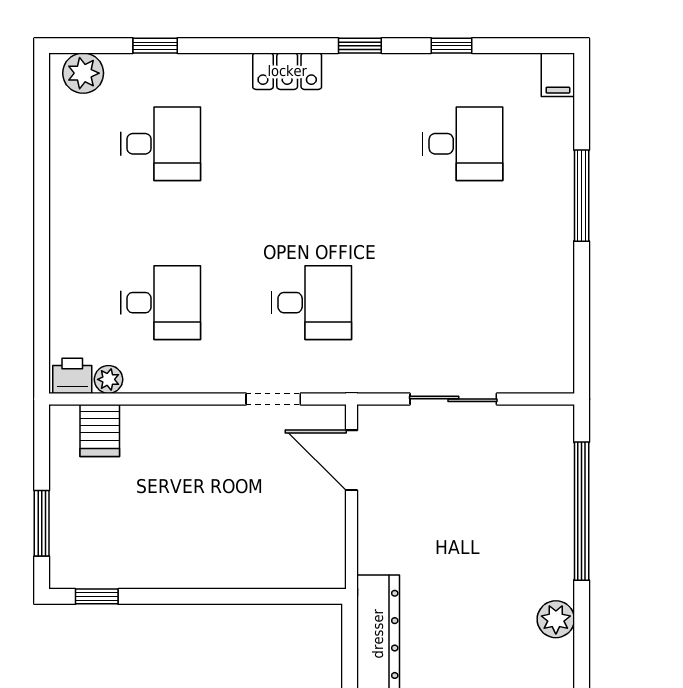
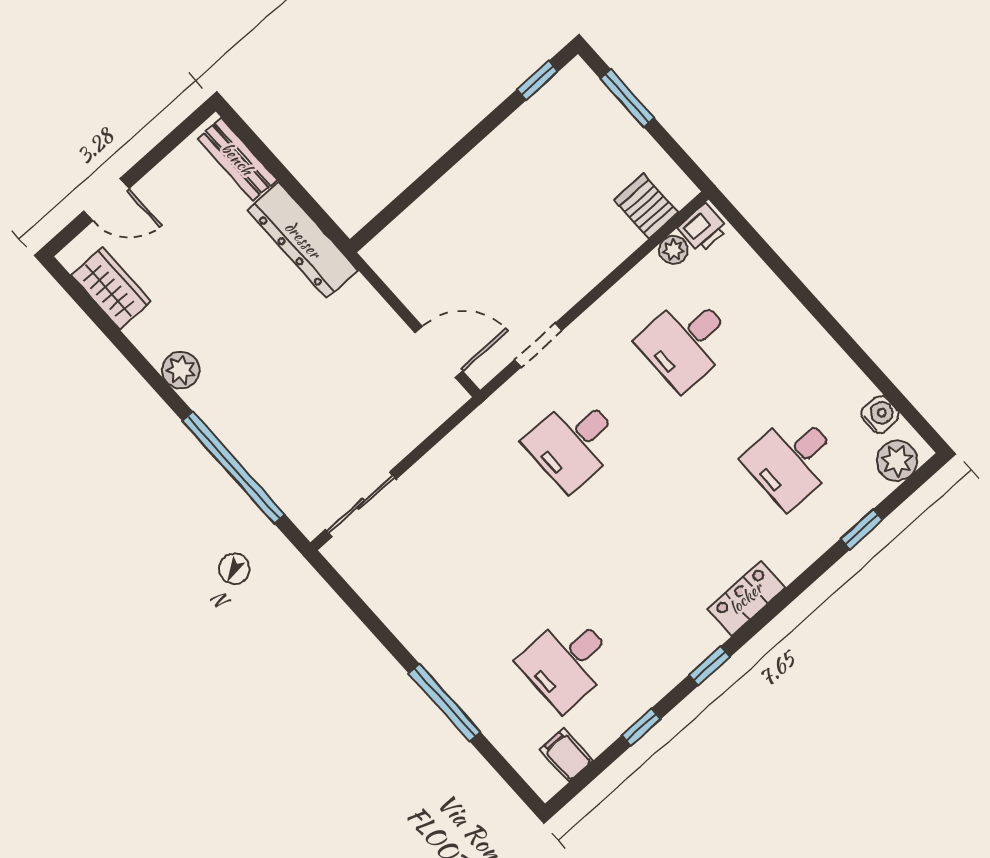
filing cabinet: (558, 75) -> (566, 755), moved
water cooler: (65, 119) -> (880, 414), added
sliding door: (453, 399) -> (361, 504), moved

